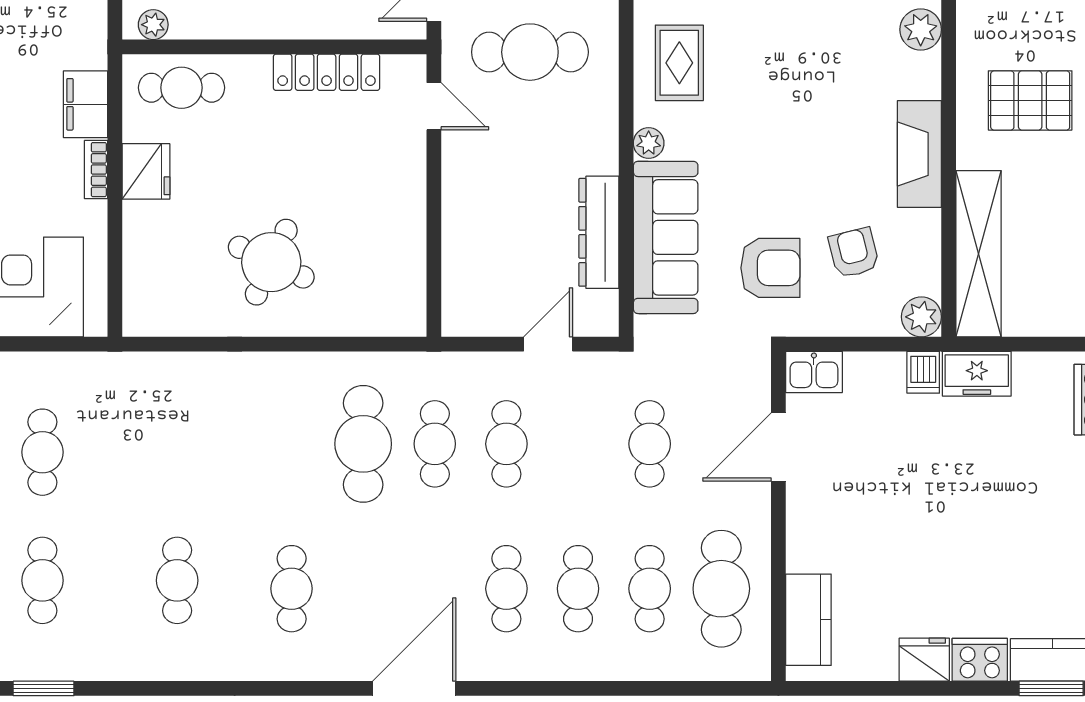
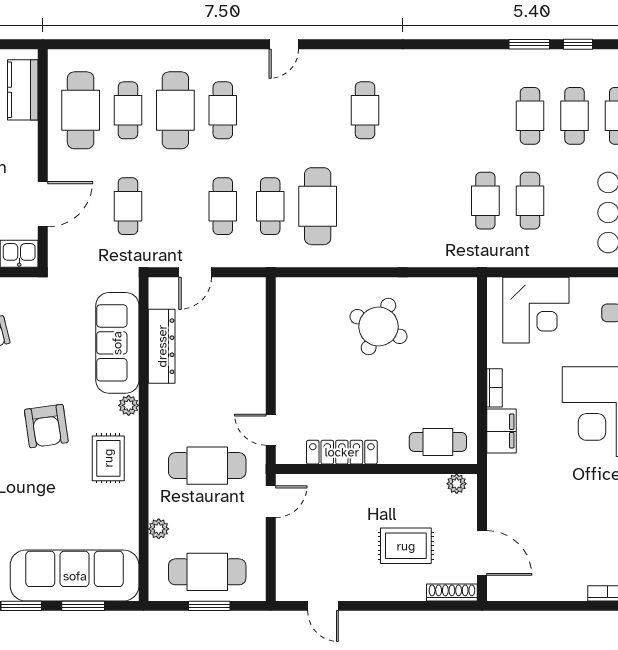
fridge: (146, 171) -> (461, 387), removed
armchair: (770, 268) -> (46, 426), moved, turned -98
cafe table: (177, 580) -> (485, 201), moved
cafe table: (578, 589) -> (175, 110), width x1.37, depth x1.35
door: (414, 688) -> (284, 44), width x0.53

